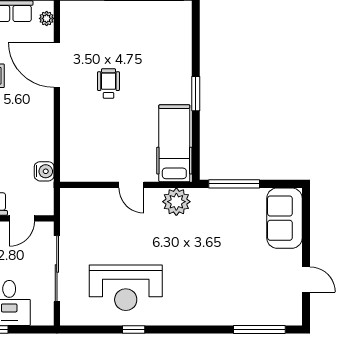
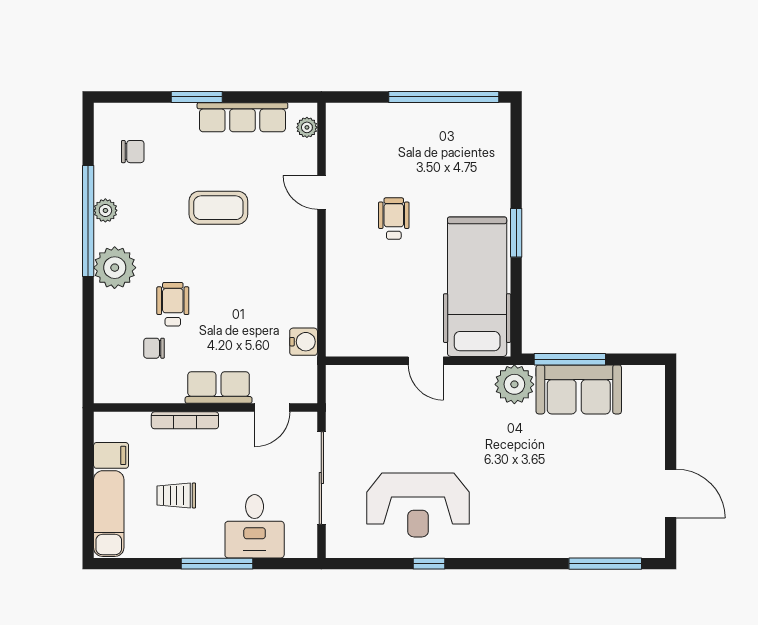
door: (57, 65) -> (321, 192), width x0.53
hospital bed: (174, 143) -> (477, 287), width x1.37, depth x1.29
plant: (176, 202) -> (514, 384), moved
sofa: (284, 218) -> (579, 389), moved, turned -90
door: (306, 280) -> (671, 493), width x1.38

